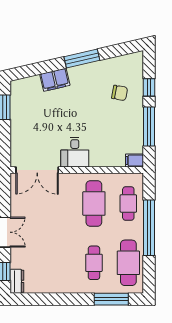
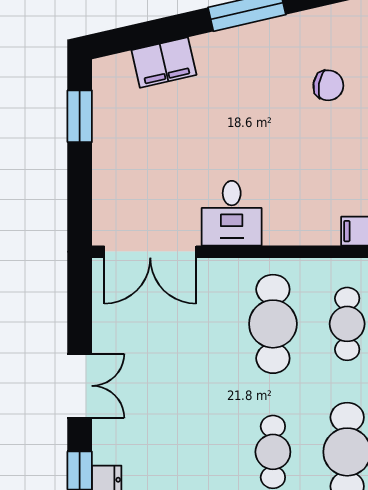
filing cabinet: (55, 80) -> (164, 63), moved

